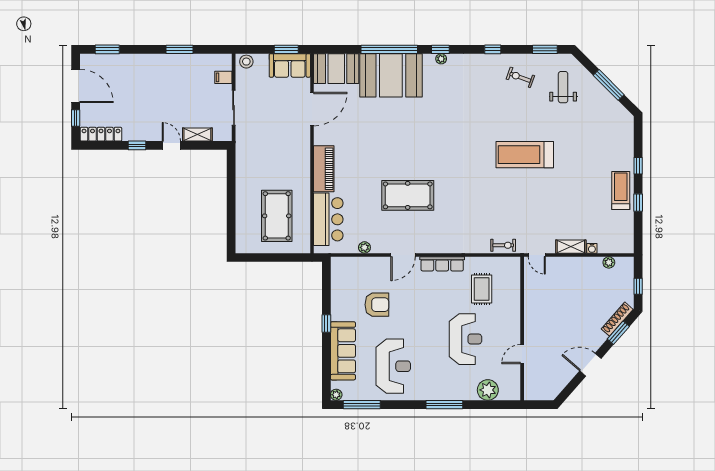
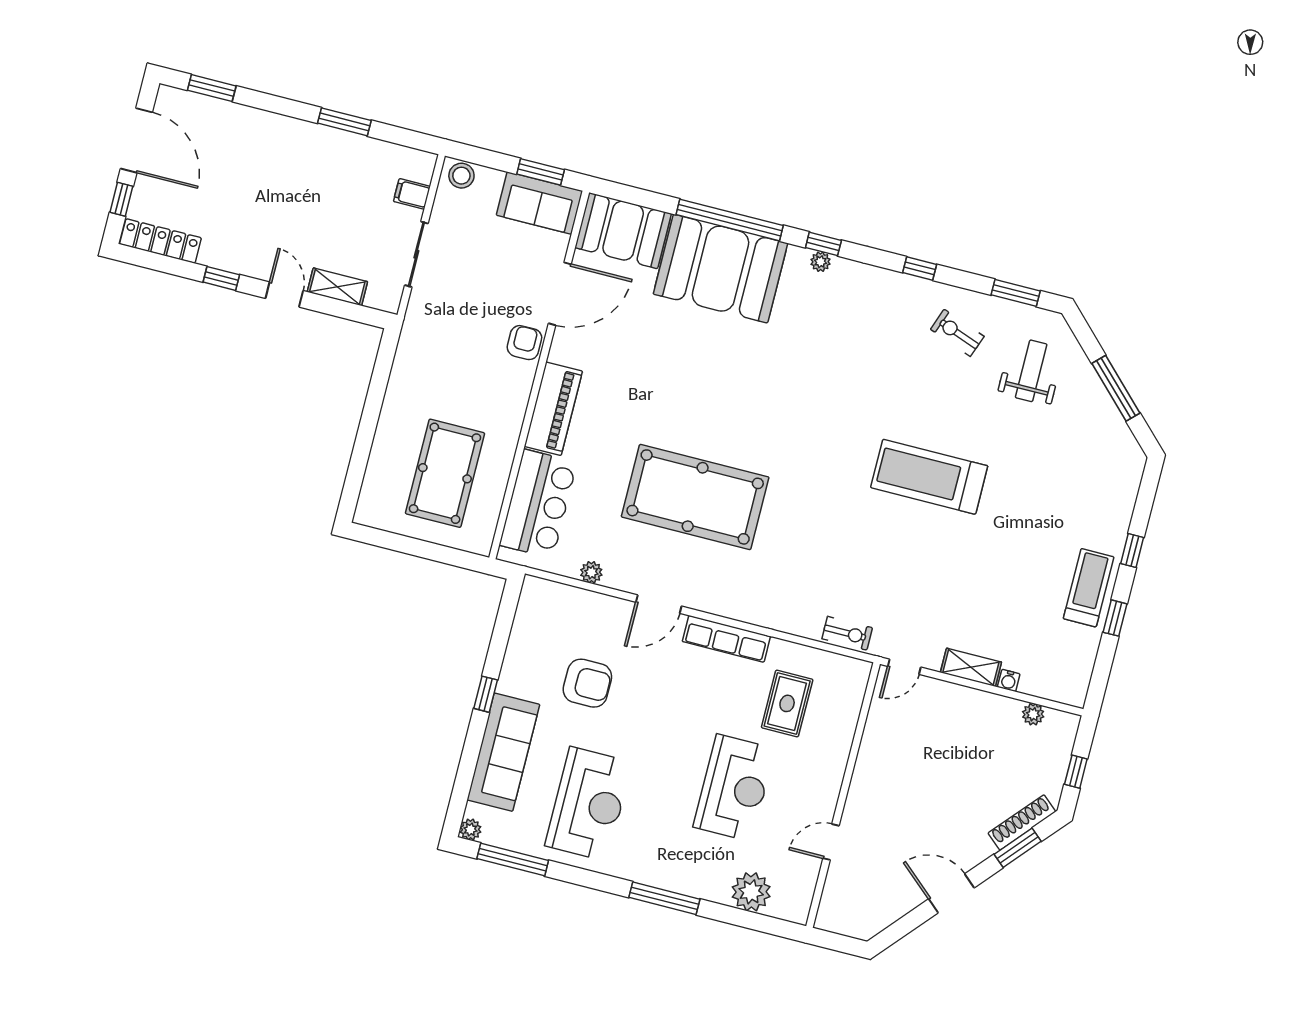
armchair: (300, 139) -> (524, 343), added
pool table: (408, 195) -> (695, 497), width x1.36, depth x1.32
door: (537, 255) -> (904, 667), hinge flipped

